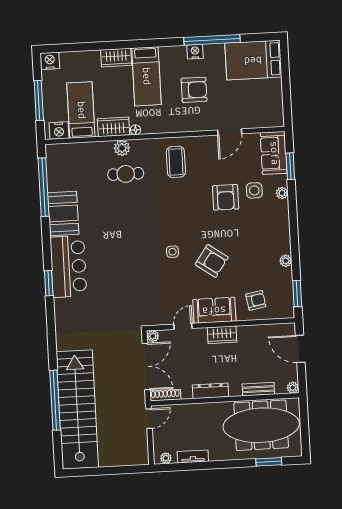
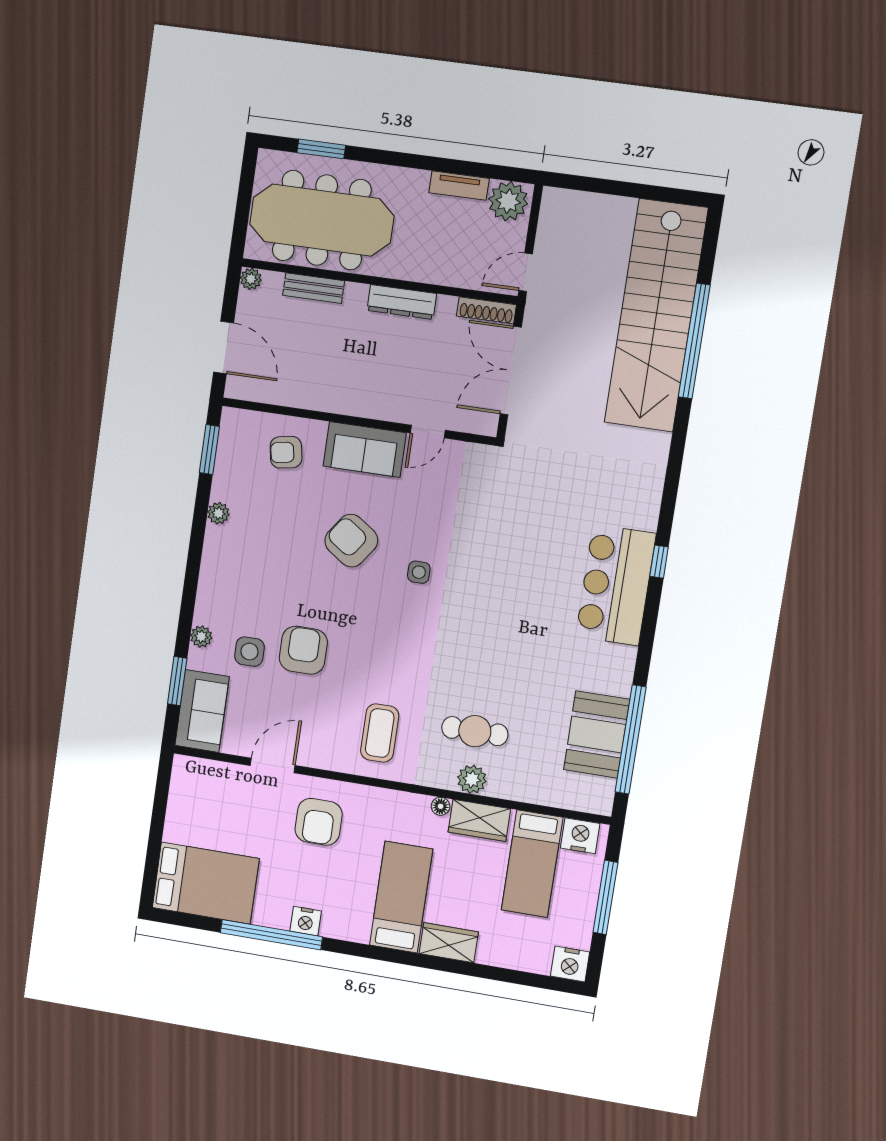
armchair: (194, 90) -> (319, 822), moved, turned -90
booth: (63, 213) -> (597, 734), moved
window: (49, 283) -> (659, 562), width x0.67
wardrobe: (222, 335) -> (360, 402), removed
plant: (153, 336) -> (487, 425), removed
plant: (166, 458) -> (508, 201), width x1.87, depth x1.87

